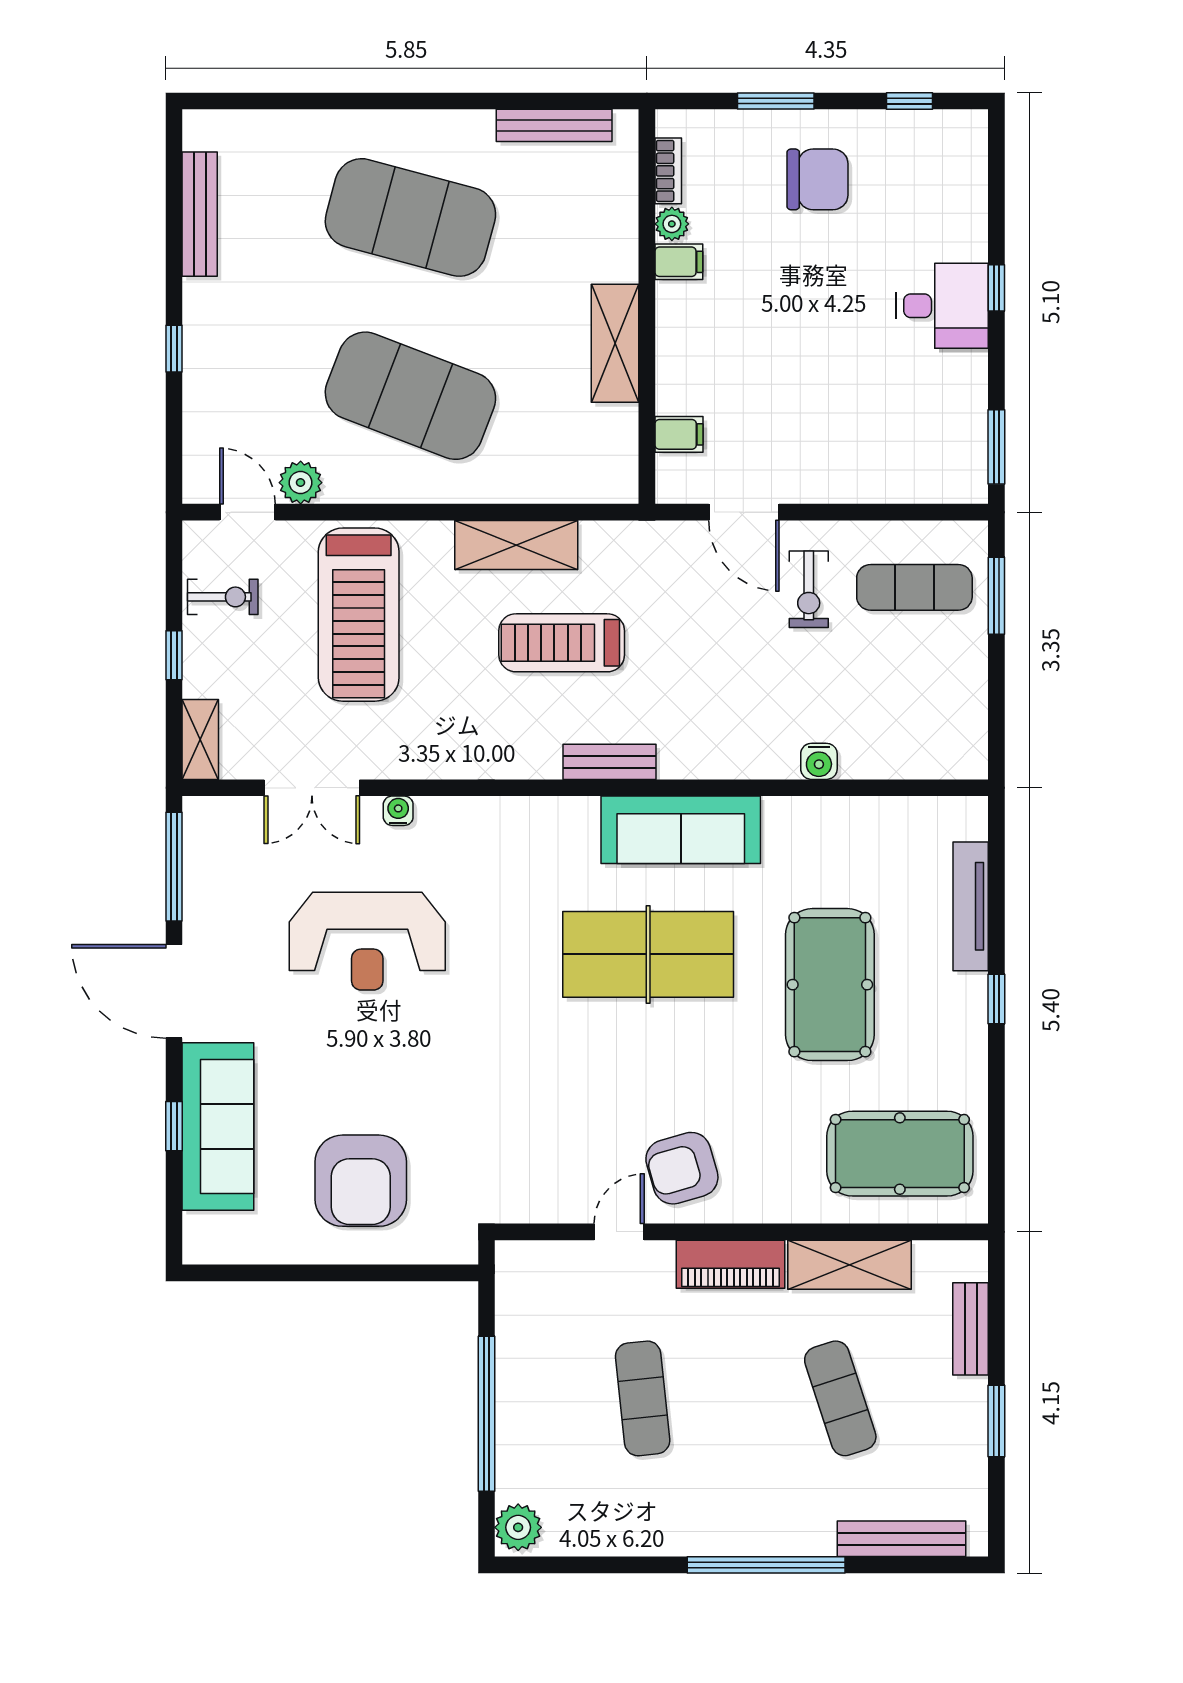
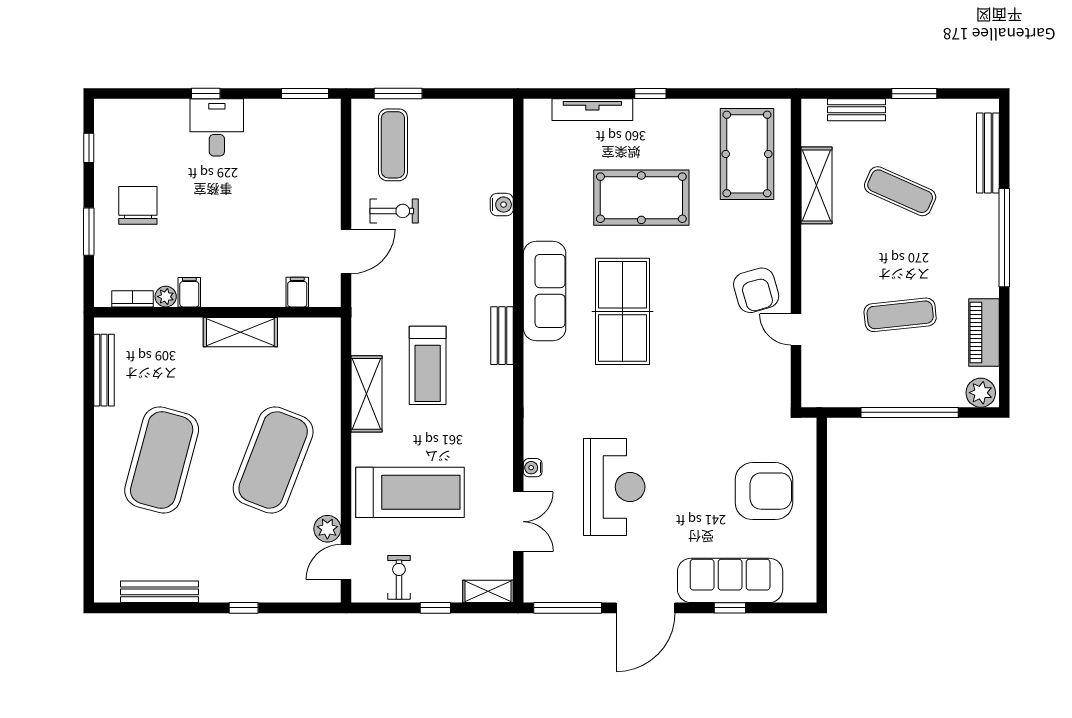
piano: (731, 1264) -> (984, 332), moved, turned 180
exercise mat: (840, 1398) -> (900, 191), turned 42

